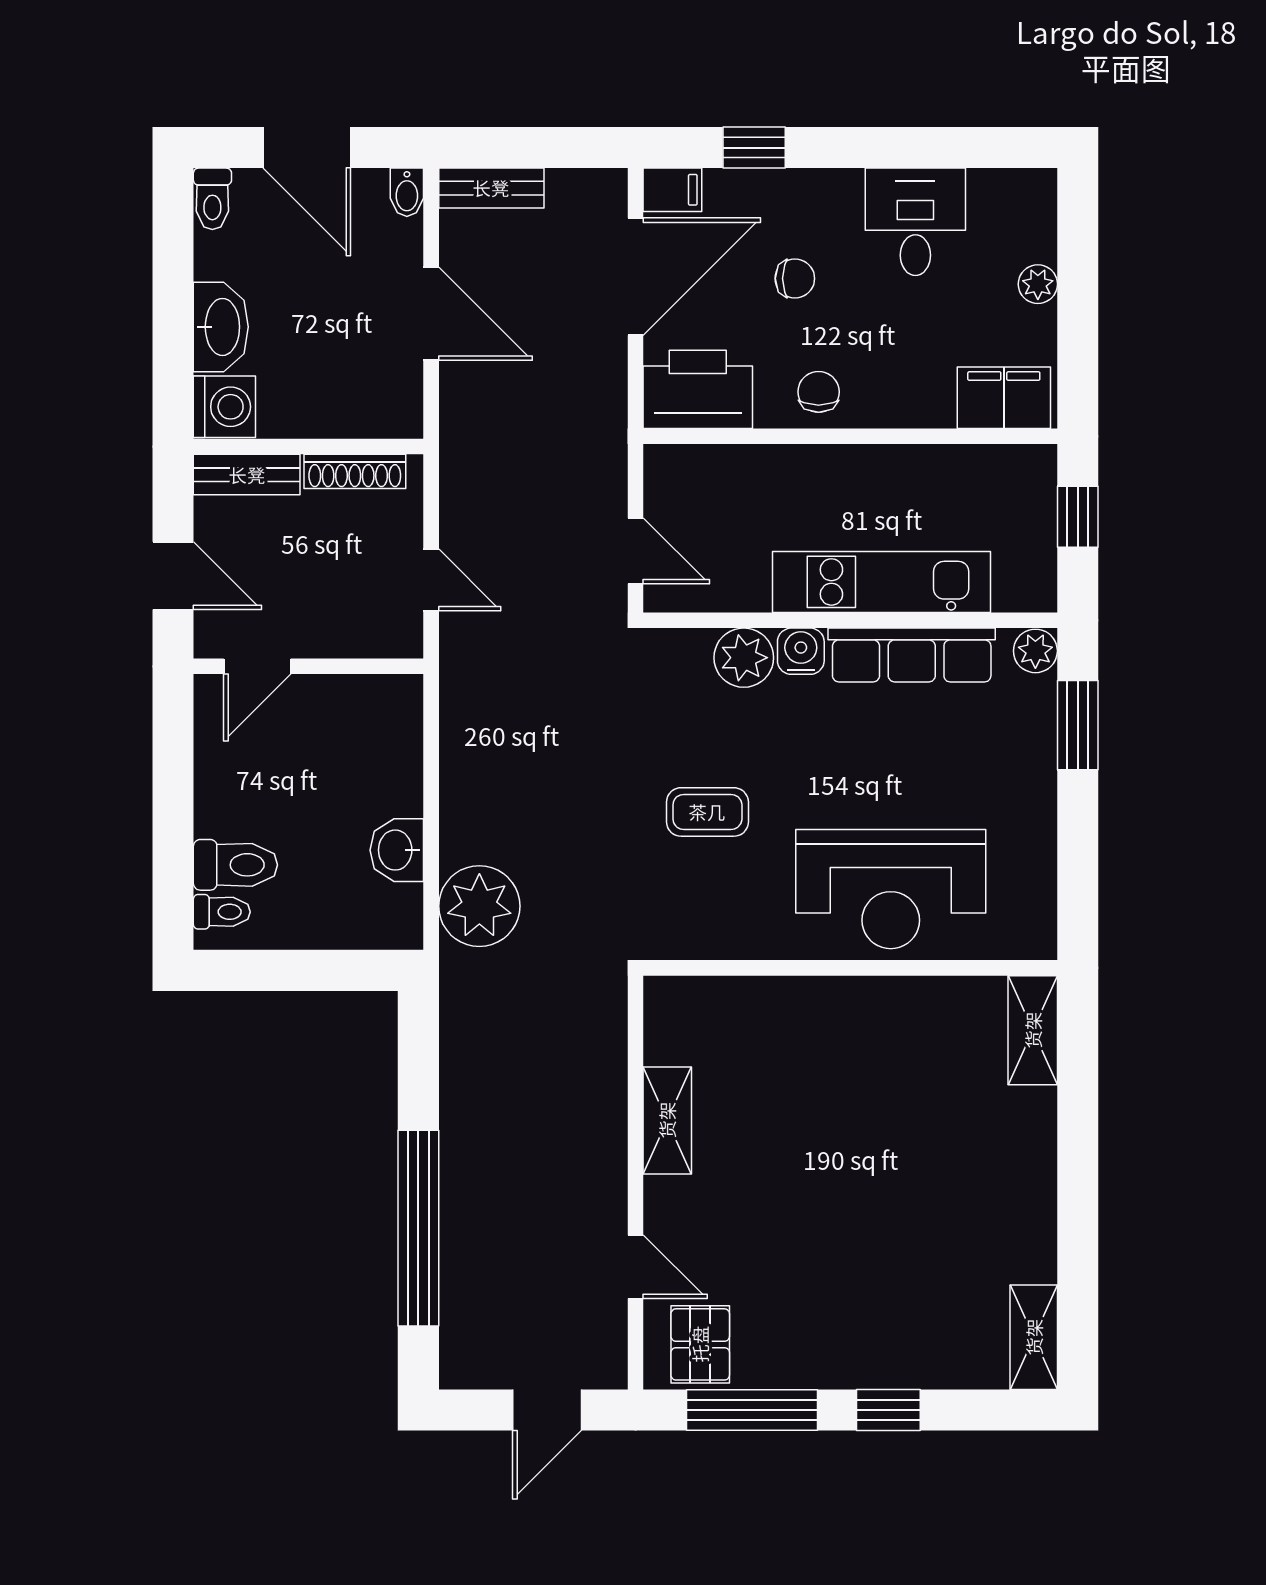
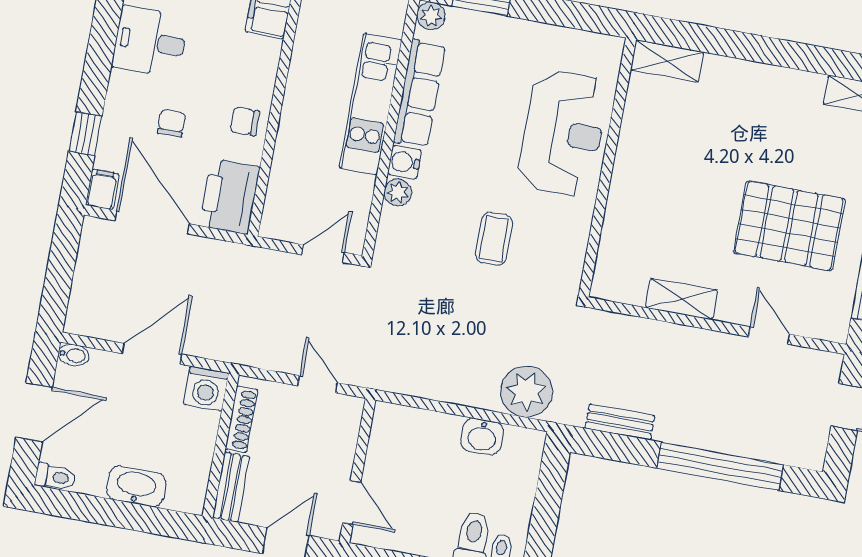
bench: (491, 188) -> (620, 422), moved, turned 90
washing machine: (224, 407) -> (206, 389), moved, turned 180
door: (431, 580) -> (318, 384), hinge flipped
plant: (744, 658) -> (398, 192), width x0.73, depth x0.73
door: (636, 1267) -> (769, 335), hinge flipped
pallet: (700, 1344) -> (789, 226), moved, width x2.05, depth x2.00

